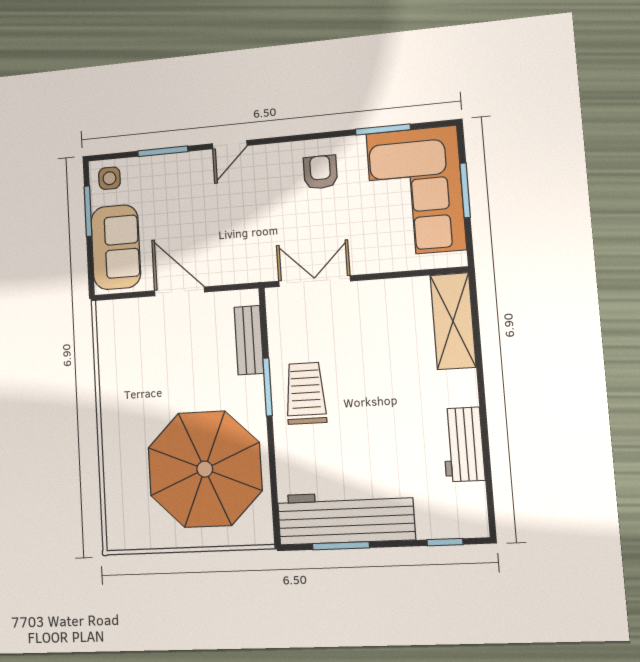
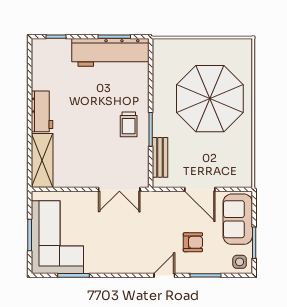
armchair: (320, 172) -> (193, 242), moved, turned -90
trolley: (306, 393) -> (129, 124), width x0.73, depth x0.72
workbench: (463, 444) -> (42, 111), moved
parasol: (205, 469) -> (210, 99), moved

